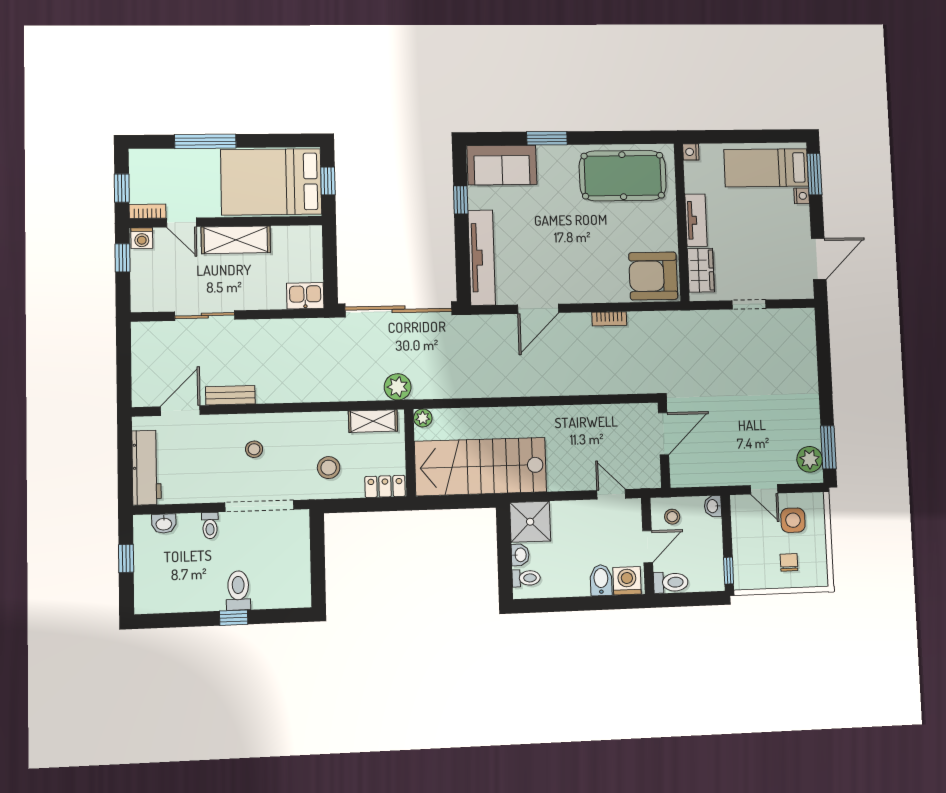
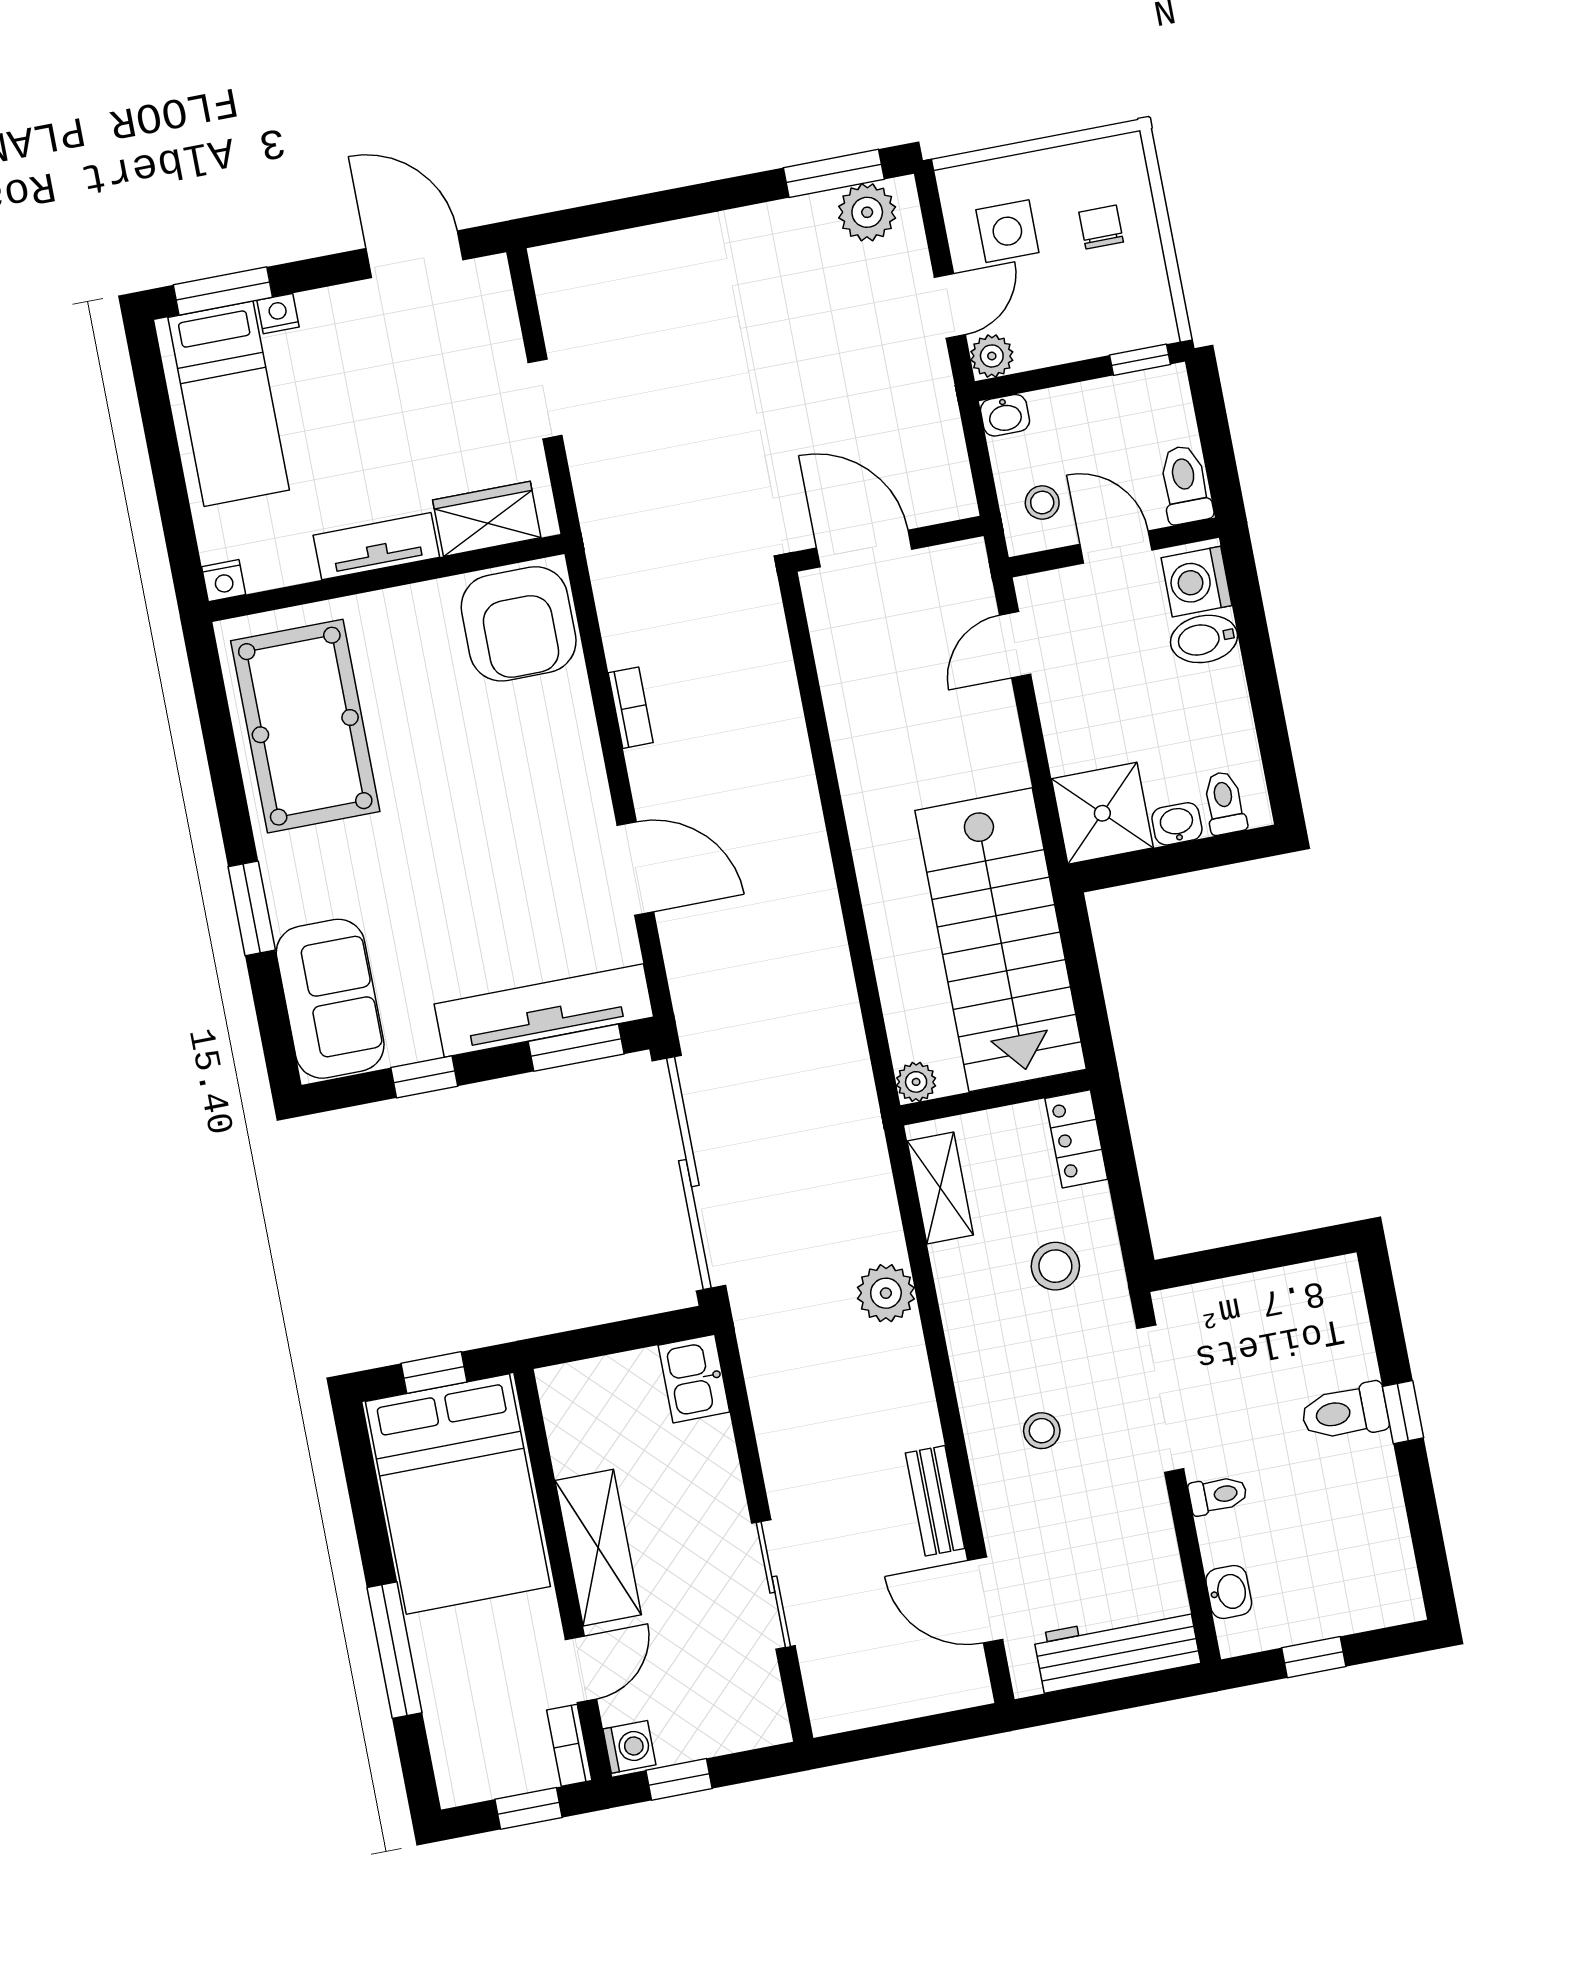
window: (463, 269) -> (576, 1048), added
plant: (398, 387) -> (886, 1293), moved
plant: (740, 504) -> (992, 356), added
chair: (789, 562) -> (1101, 227), turned 90

